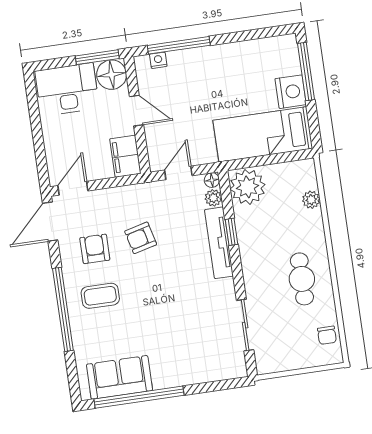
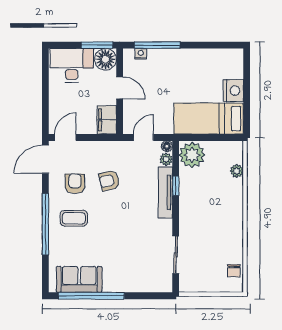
window: (306, 72) -> (247, 78), removed
cafe table: (302, 279) -> (222, 227), removed

